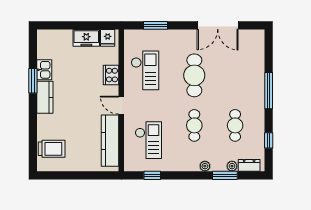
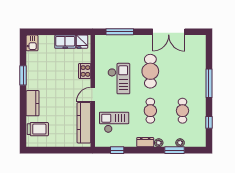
window: (156, 25) -> (120, 32), width x1.44
kitchen sink: (44, 70) -> (32, 43), moved
checkout: (145, 70) -> (119, 79), moved
kitchen counter: (45, 97) -> (33, 103), moved
door: (121, 105) -> (93, 95), hinge flipped
checkout: (148, 140) -> (114, 122), turned -90
dresser: (249, 165) -> (145, 142), moved

